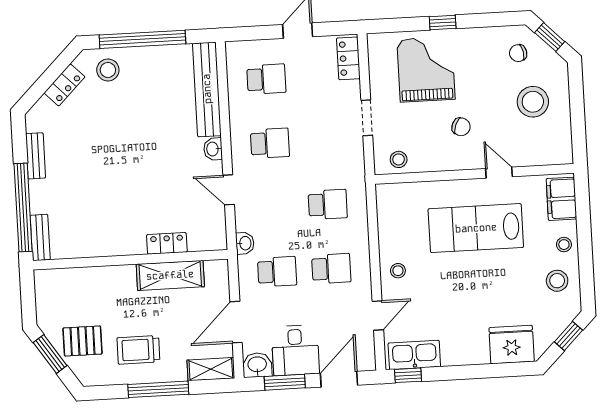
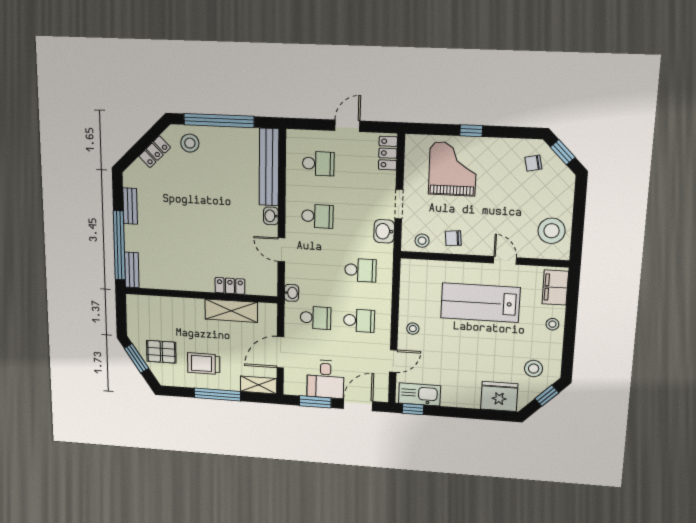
stool: (533, 102) -> (552, 231), moved
chair: (461, 127) -> (453, 238), moved, turned 153
stool: (557, 281) -> (534, 369), moved
washbasin: (257, 365) -> (384, 231), moved, turned -90

